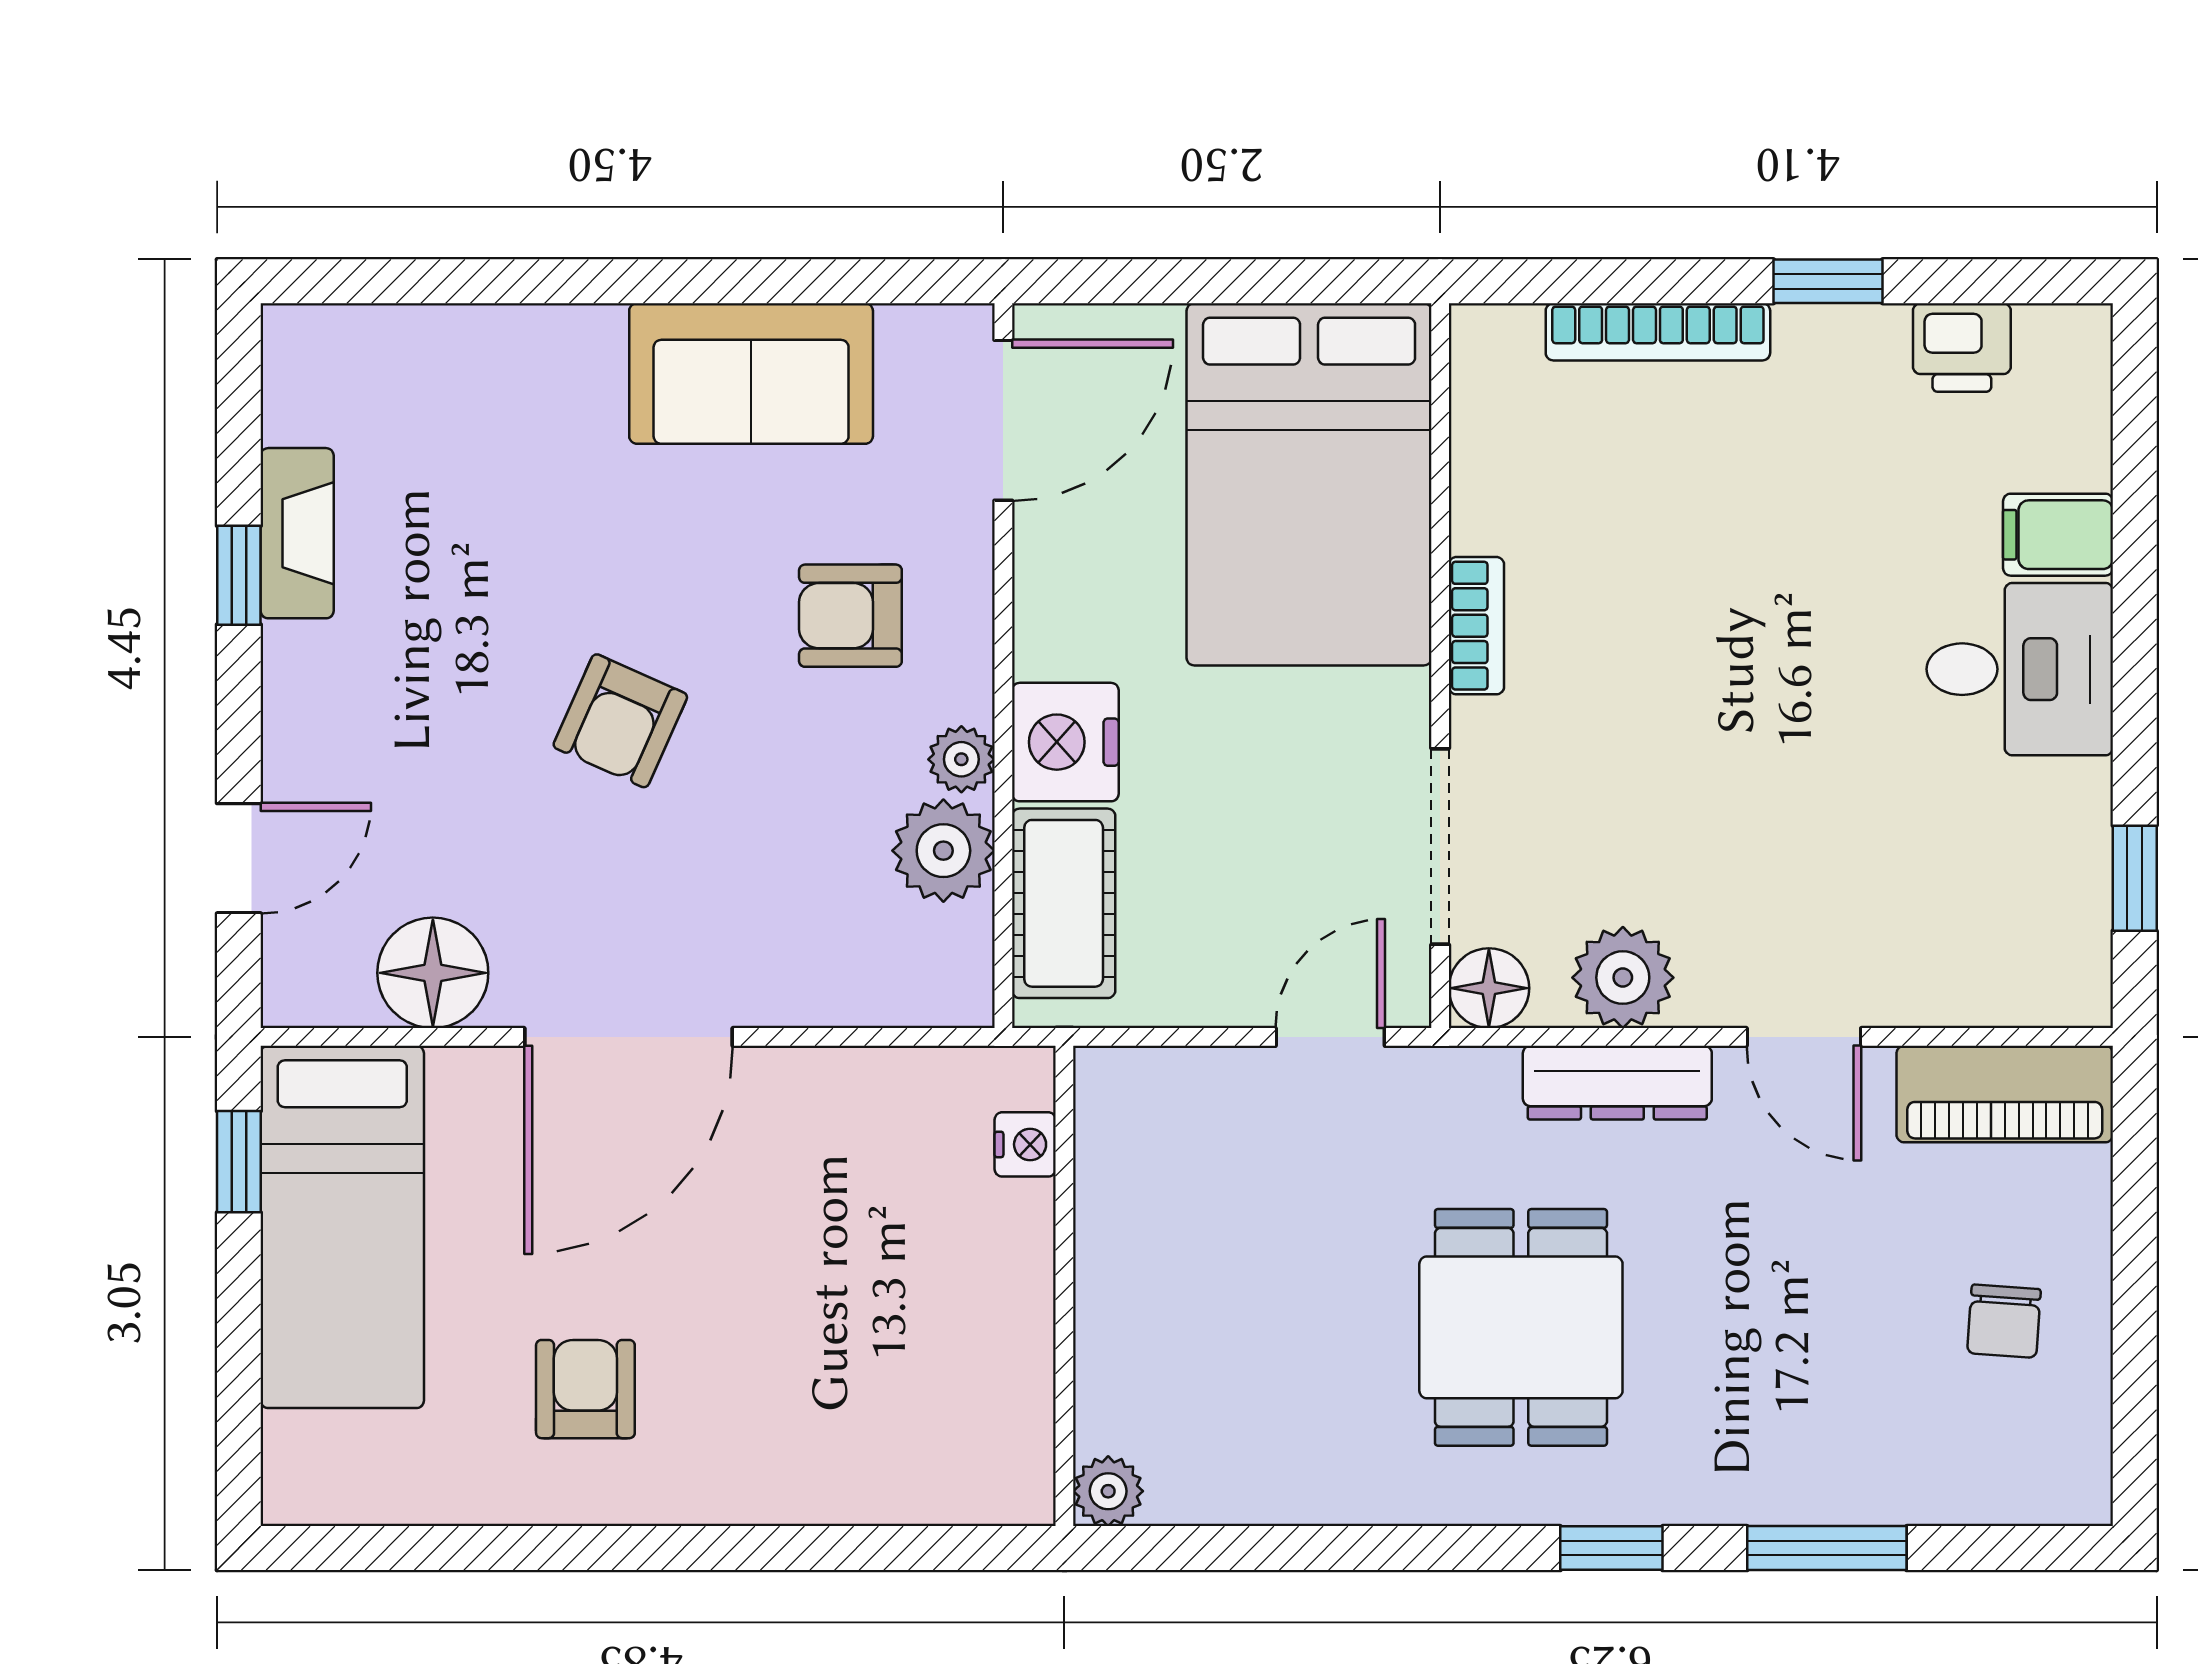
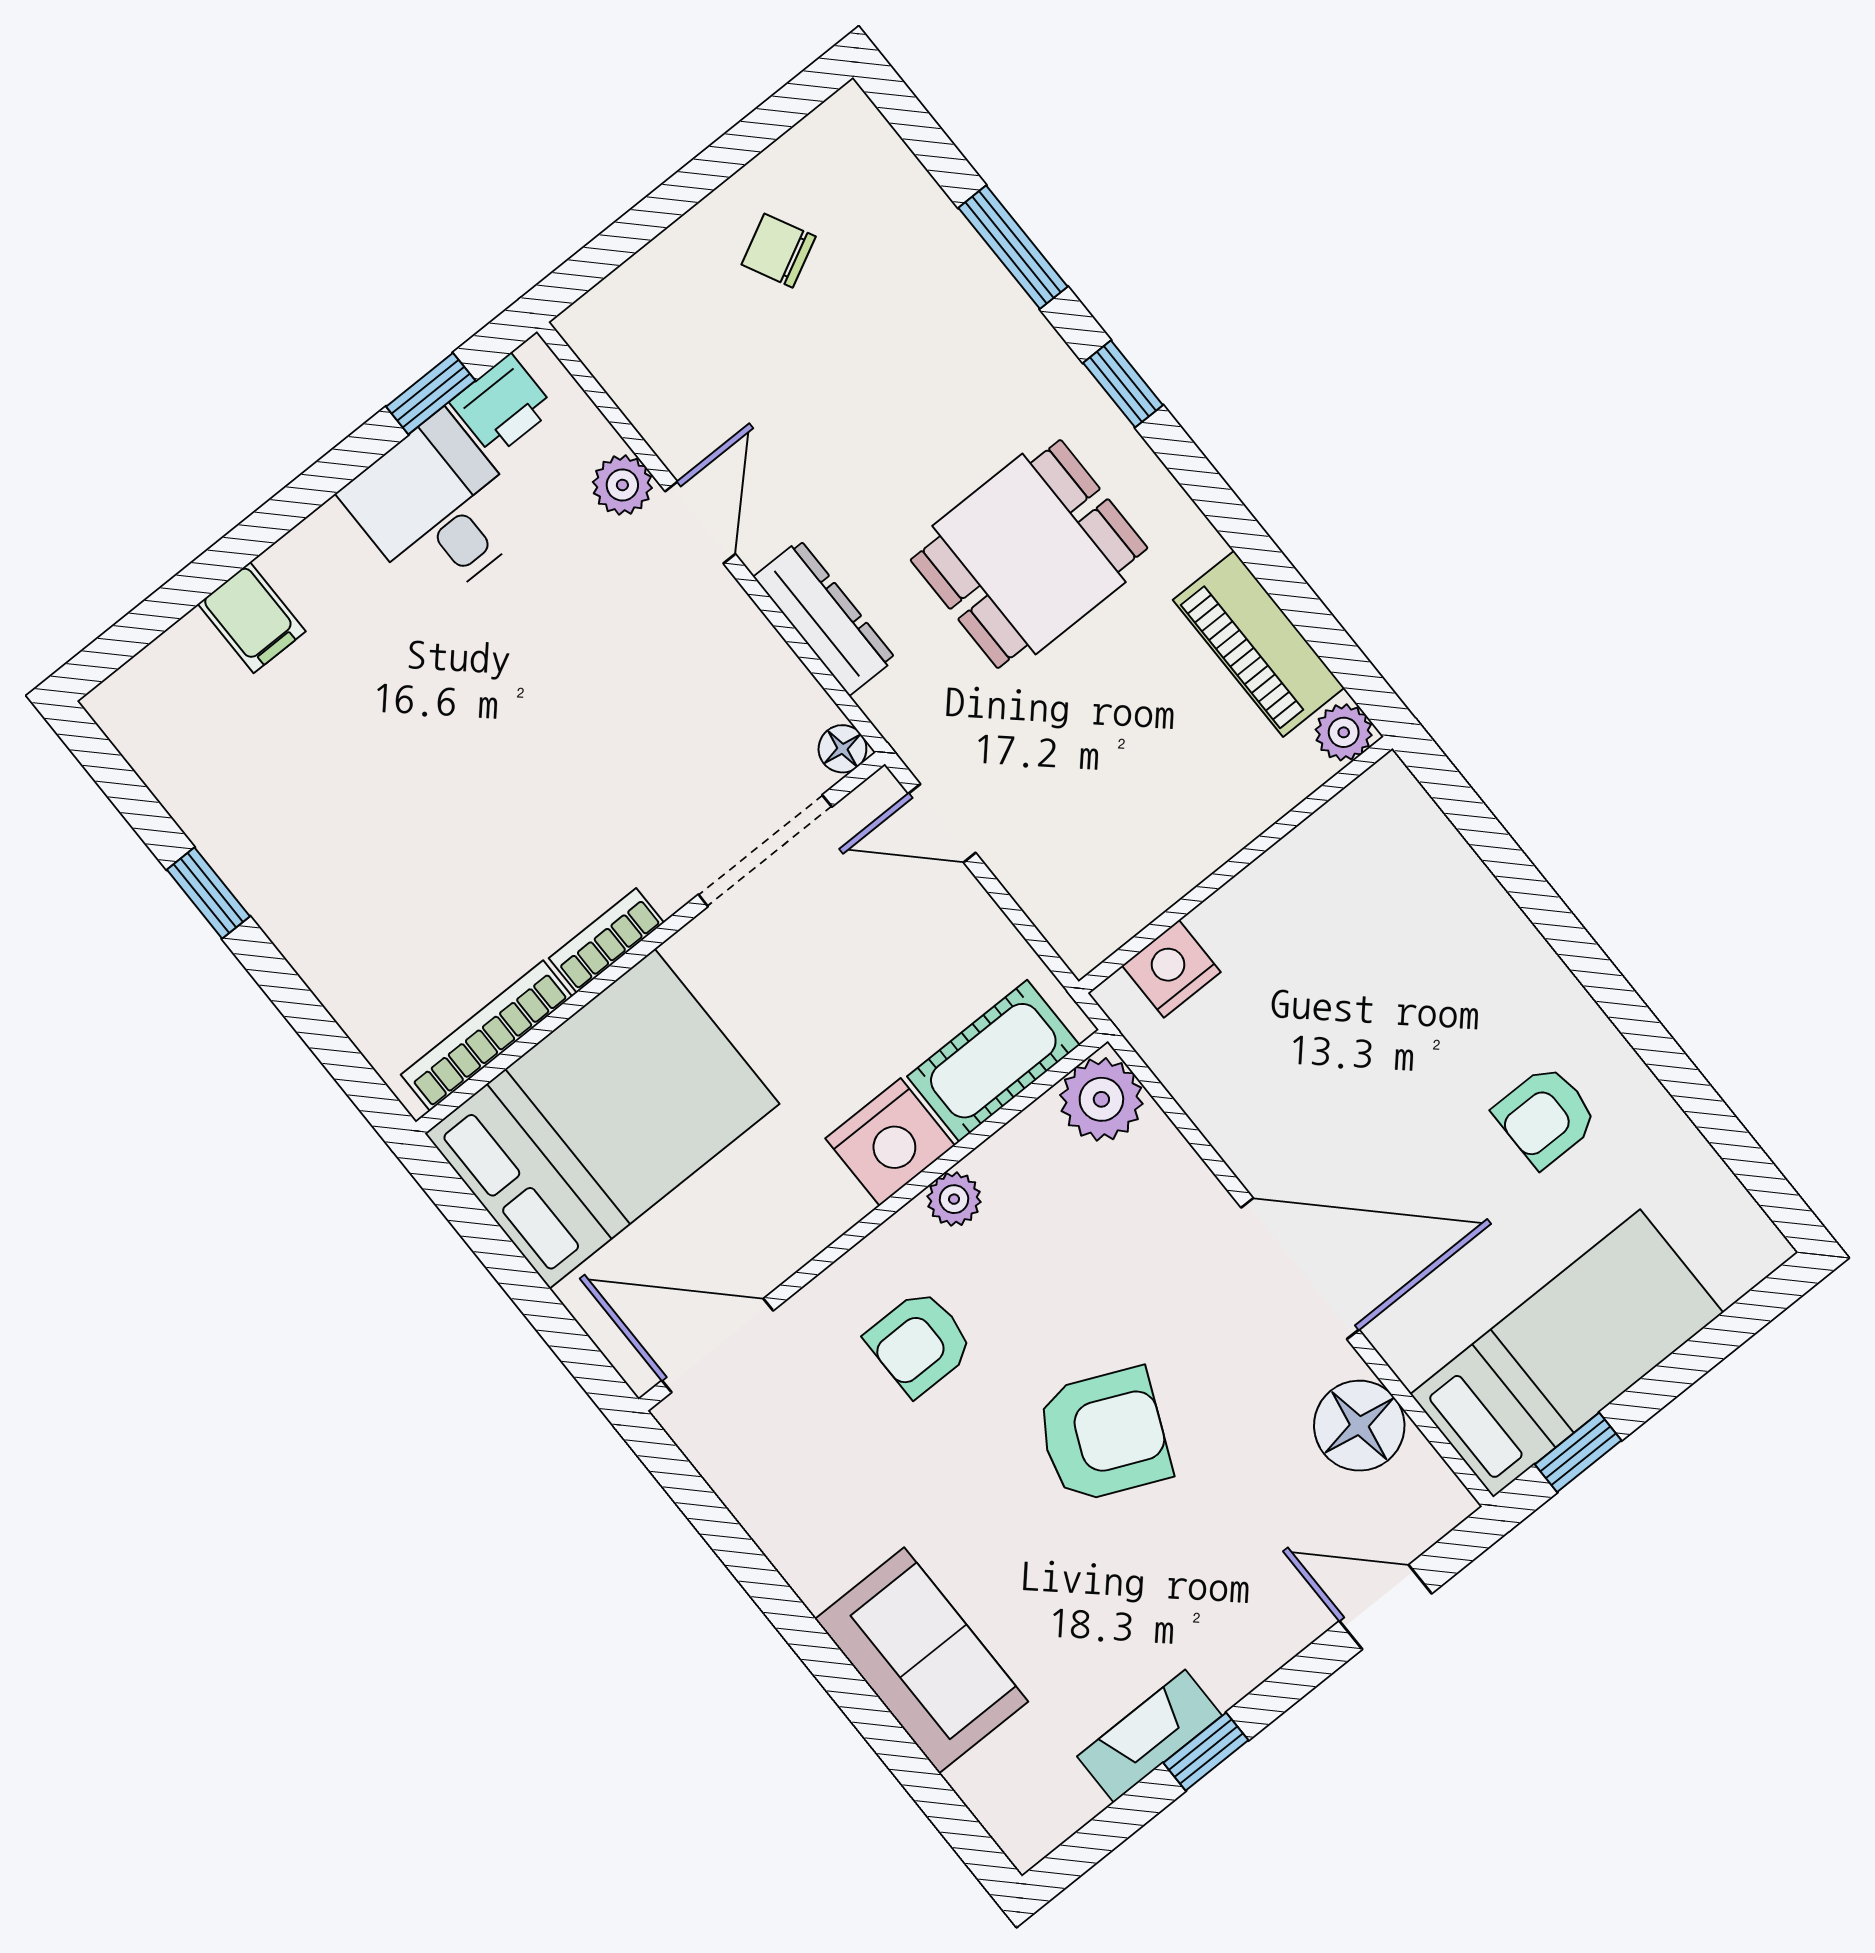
bookcase: (1658, 332) -> (487, 1036), moved, turned -90
printer: (1962, 347) -> (502, 405), moved, turned 90
sofa: (751, 373) -> (922, 1660), moved
armchair: (850, 616) -> (919, 1343), turned 90
desk: (2020, 669) -> (437, 509), moved
armchair: (620, 721) -> (1104, 1435), width x1.38, depth x1.38
plant: (943, 851) -> (1101, 1099), moved
plant: (1623, 978) -> (622, 485), moved, width x0.73, depth x0.73
floor lamp: (1489, 988) -> (842, 749), width x0.73, depth x0.73
piano: (2005, 1094) -> (1259, 644), moved, turned 180
nightstand: (1025, 1144) -> (1171, 969), width x1.39, depth x1.35
chair: (2004, 1321) -> (779, 251), turned -121

